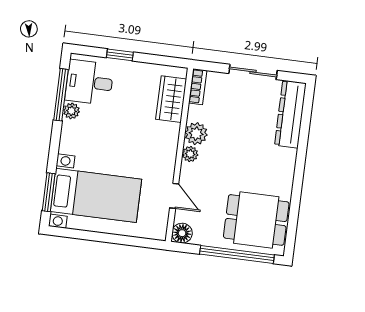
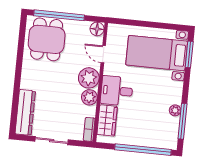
window: (120, 55) -> (143, 150), width x3.17
desk: (89, 82) -> (117, 91), moved, turned 180
plant: (190, 154) -> (89, 78), width x1.88, depth x1.88
dining table: (256, 220) -> (47, 39), turned 90

